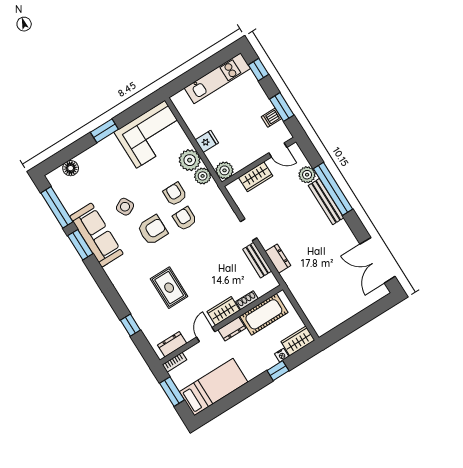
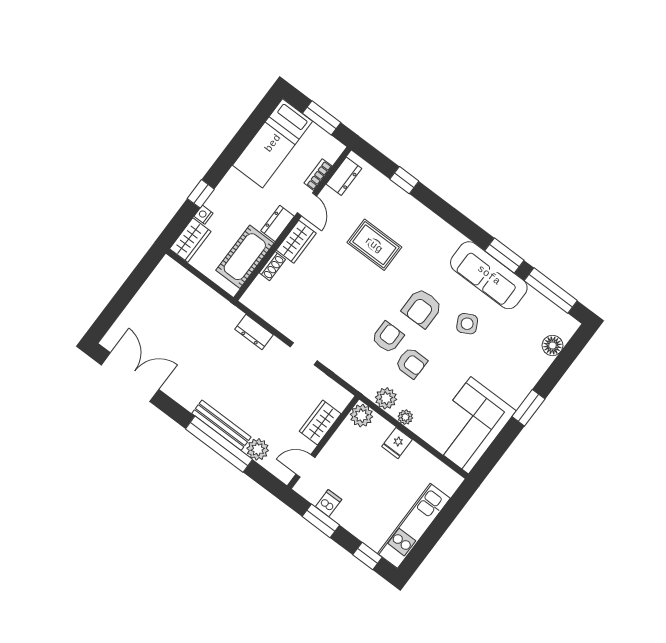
plant: (190, 160) -> (405, 417), width x0.53, depth x0.53
armchair: (185, 219) -> (388, 337), turned -90
bench: (257, 260) -> (279, 320), removed
bookcase: (174, 362) -> (318, 175), moved

